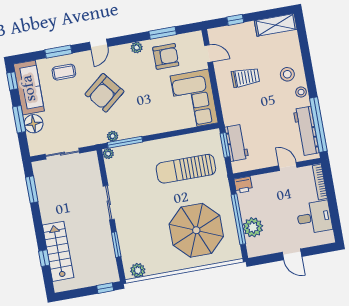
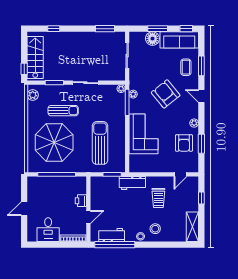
corner sofa: (194, 99) -> (143, 134), moved, turned 90
workbench: (306, 131) -> (112, 235), width x0.73
workbench: (237, 143) -> (132, 183), moved
printer: (243, 185) -> (81, 201), moved
sun lounger: (151, 226) -> (63, 111), added
plant: (253, 227) -> (49, 184), removed
stairs: (58, 251) -> (35, 57), moved, turned -90

